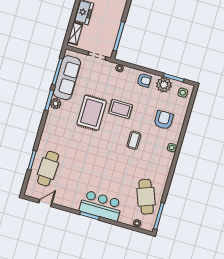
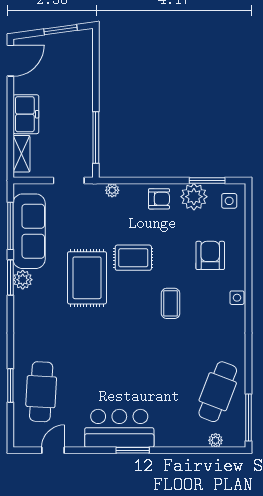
cafe table: (146, 197) -> (218, 392), turned 42
bar counter: (101, 206) -> (119, 428), moved

